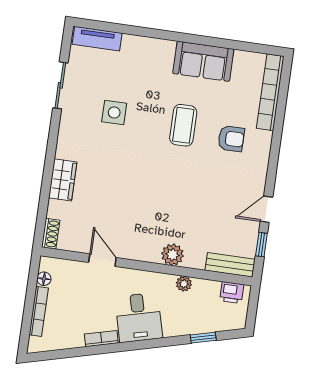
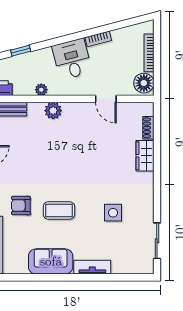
tv unit: (97, 39) -> (92, 267), moved
sliding door: (60, 85) -> (157, 241), moved
coffee table: (183, 125) -> (59, 210), turned 90
shoe rack: (51, 234) -> (148, 128), moved
floor lamp: (44, 279) -> (144, 83), width x1.89, depth x1.89

